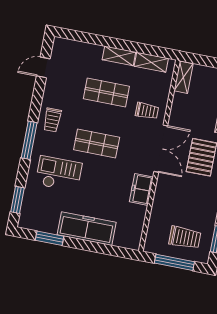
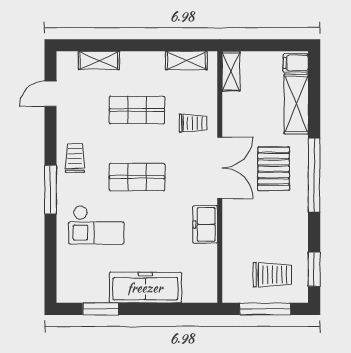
shelving: (119, 56) -> (99, 60), moved
trolley: (52, 120) -> (75, 158), turned 180
checkout: (59, 174) -> (96, 225), turned 180
window: (17, 200) -> (51, 268), removed

